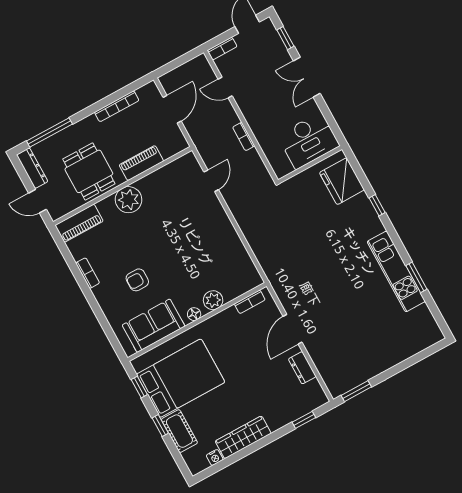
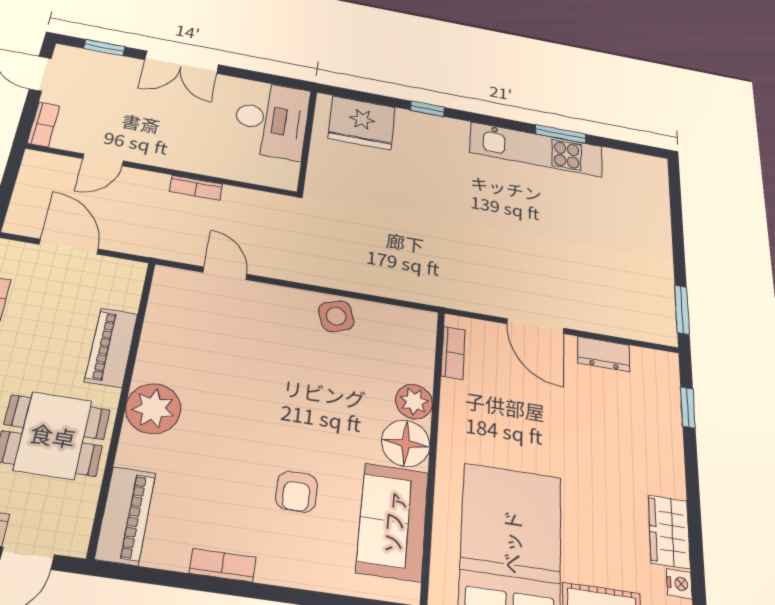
side table: (228, 241) -> (336, 316), added
floor lamp: (194, 314) -> (406, 443), width x1.89, depth x1.89
wardrobe: (243, 437) -> (669, 532), width x0.67

